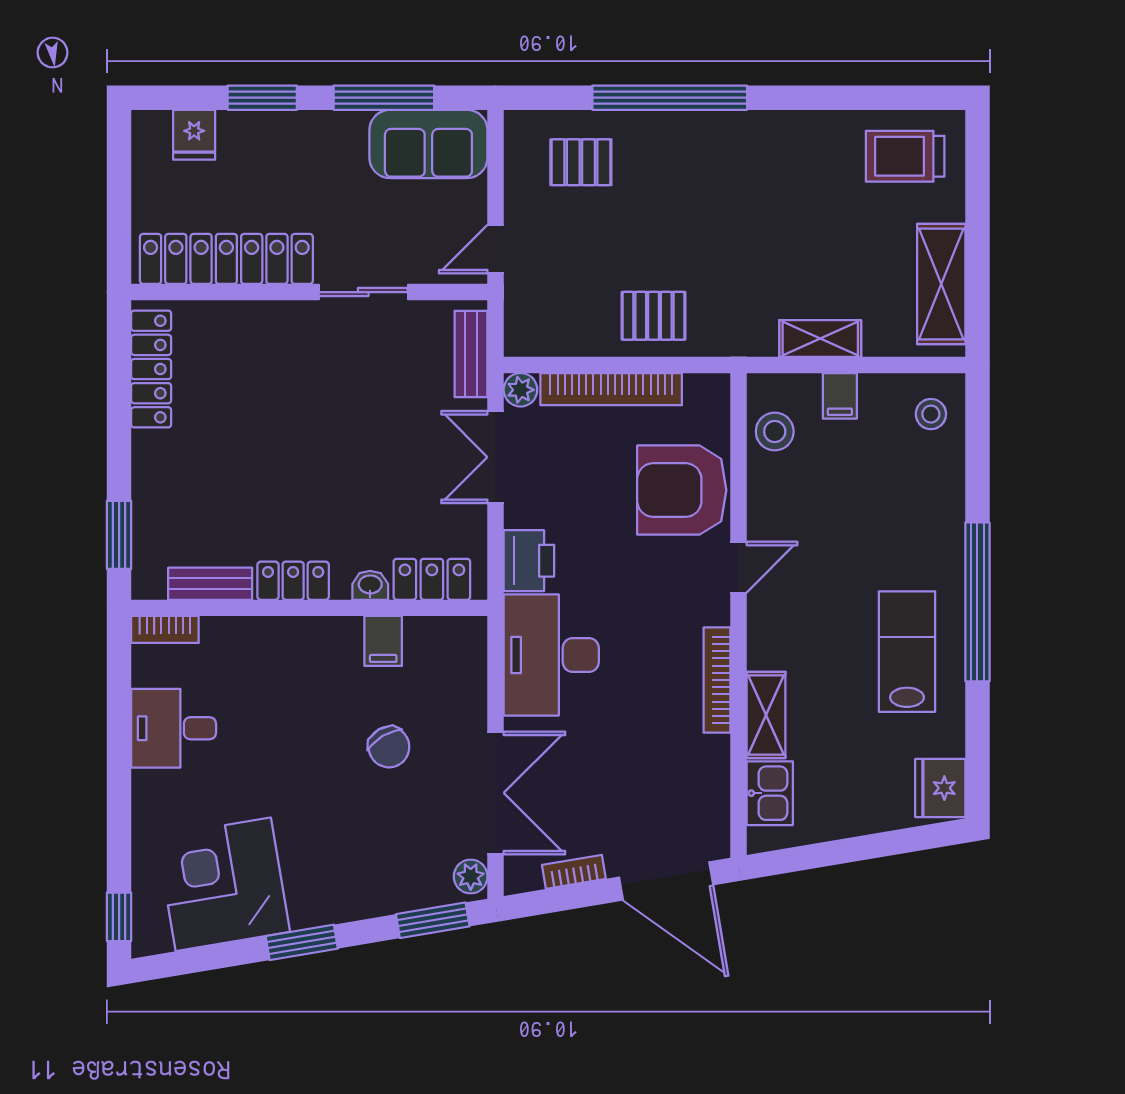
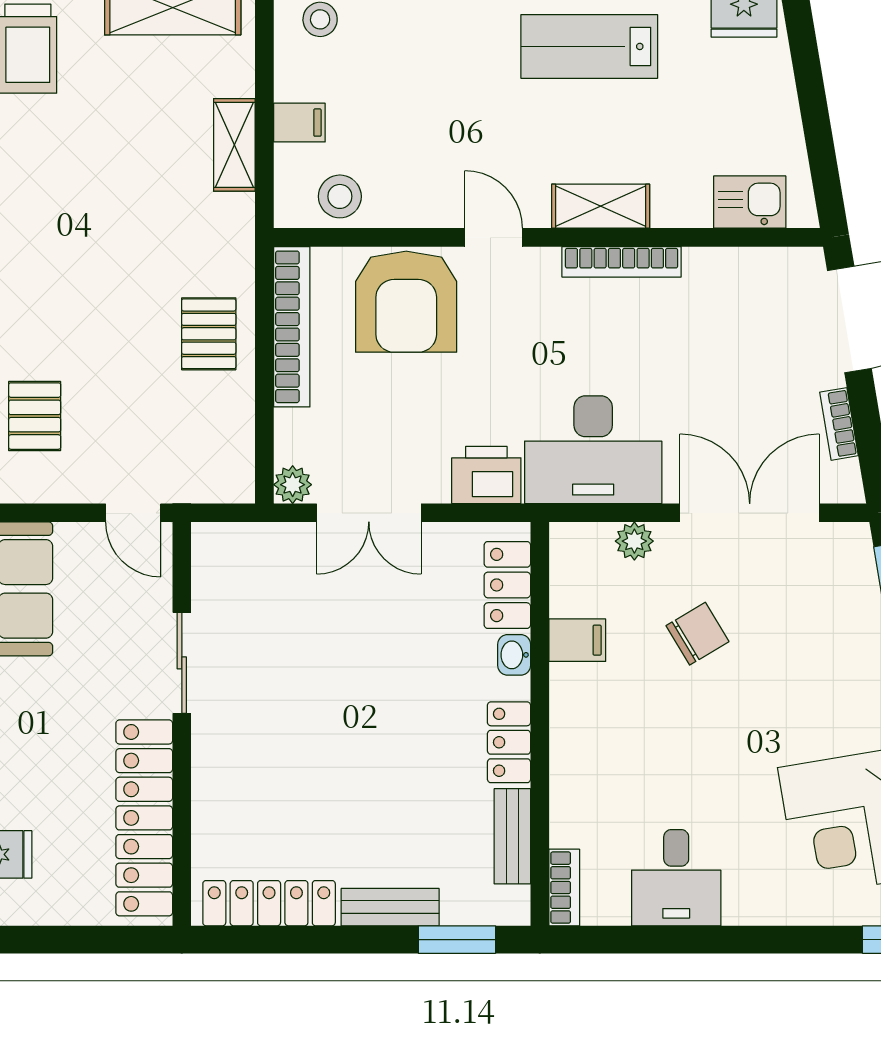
bench: (471, 354) -> (390, 907), moved
bookcase: (611, 389) -> (292, 327), moved
shelving: (766, 715) -> (601, 206), moved
plant: (471, 877) -> (634, 541), moved

